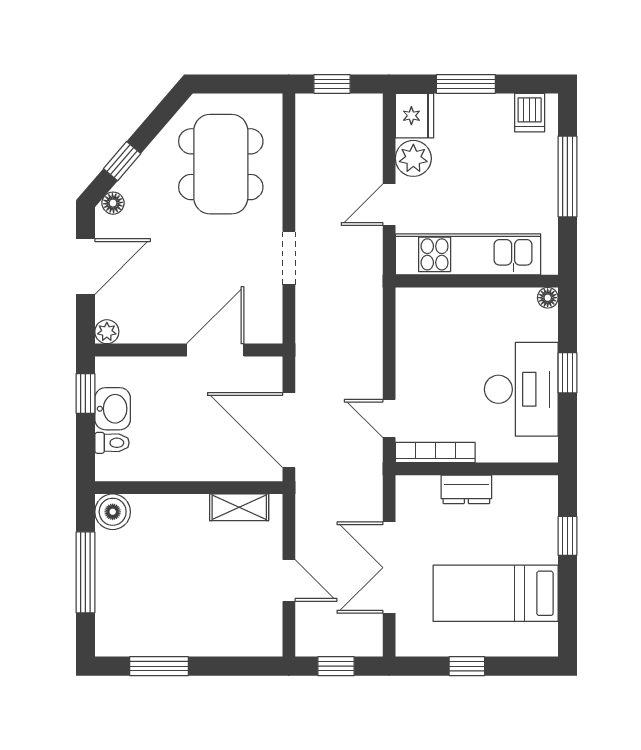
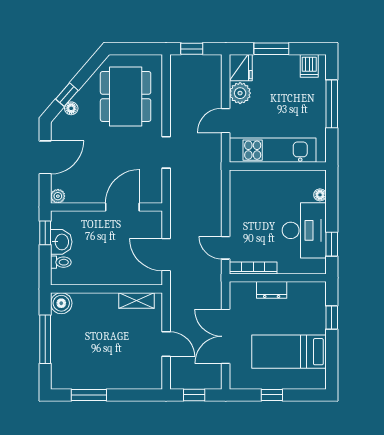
floor lamp: (113, 203) -> (71, 108), moved
floor lamp: (548, 298) -> (320, 195), moved
window: (567, 373) -> (332, 244), moved
door: (289, 430) -> (166, 255), width x0.73

